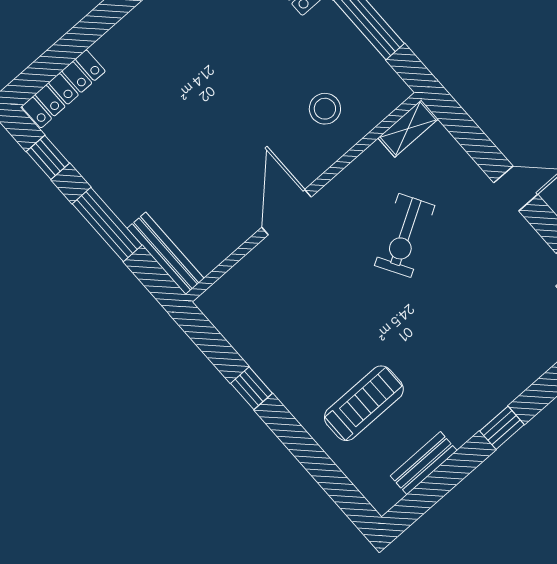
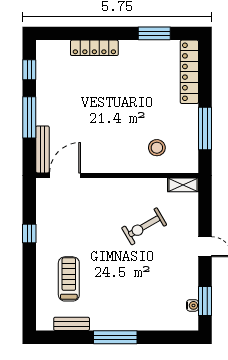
locker: (63, 89) -> (94, 48), moved
door: (286, 212) -> (65, 175), moved
treadmill: (364, 403) -> (69, 279), turned -90
window: (502, 428) -> (115, 337), width x2.17

